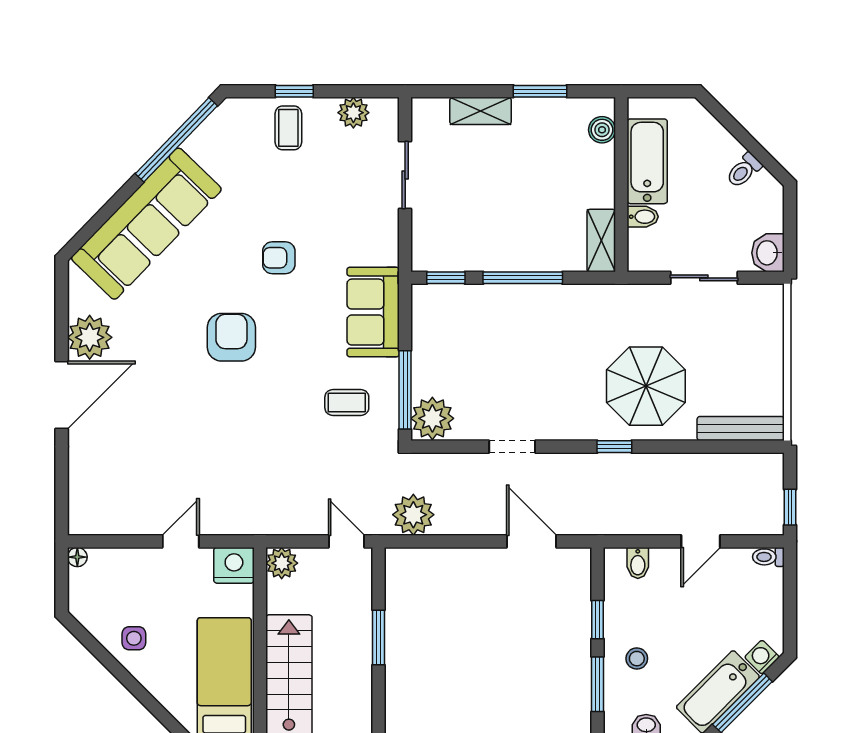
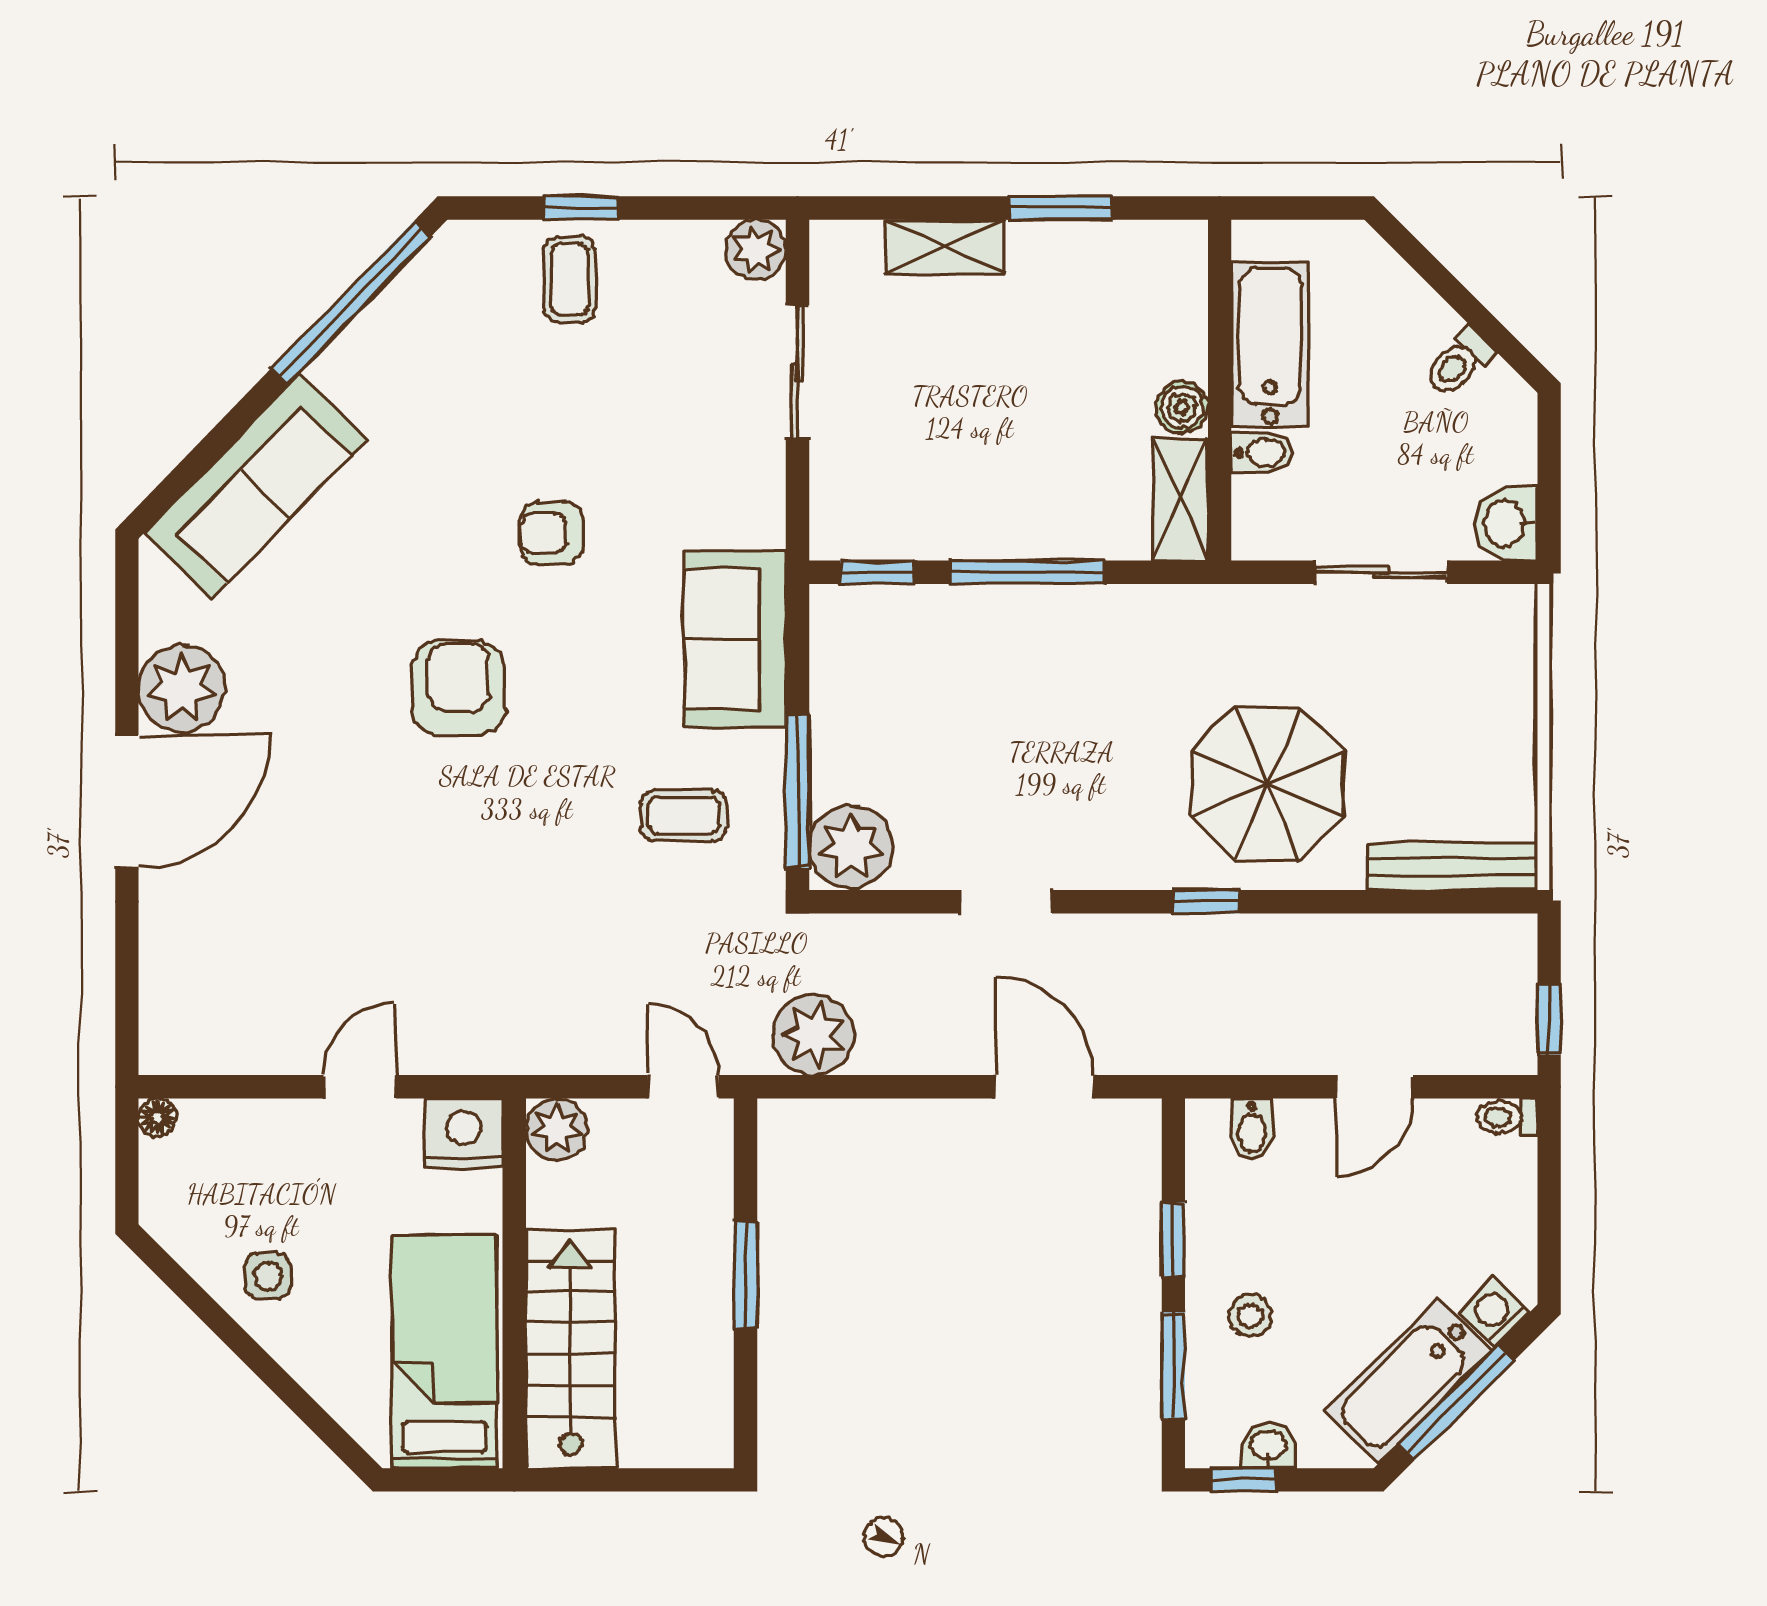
plant: (353, 113) -> (756, 250), moved
boiler: (602, 130) -> (1182, 407), moved
sofa: (146, 224) -> (255, 486), width x0.74, depth x0.79

